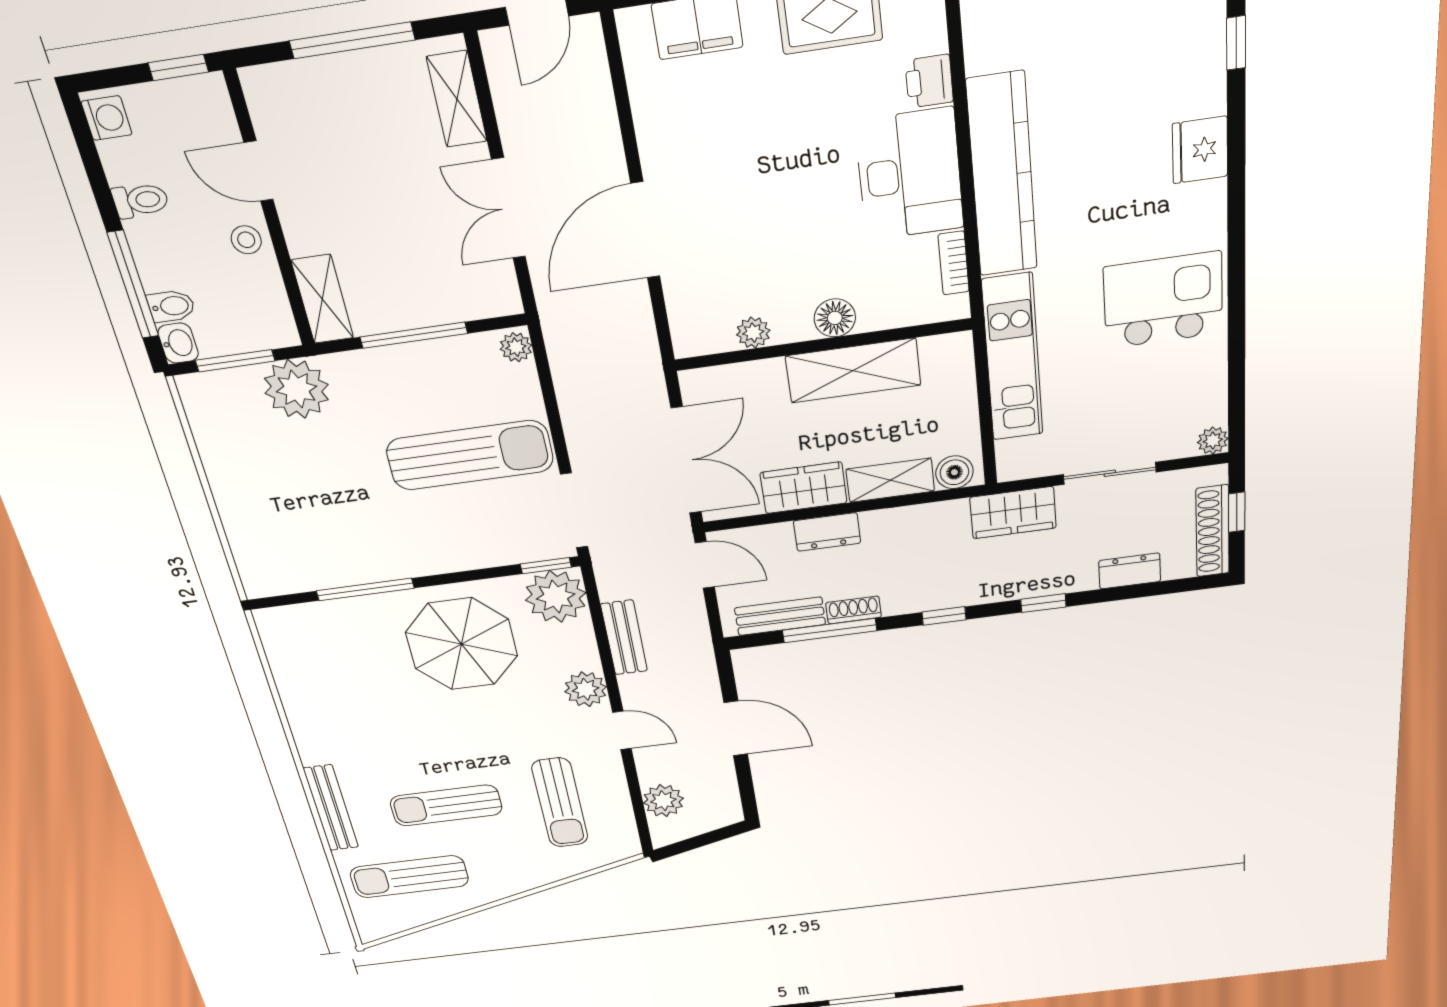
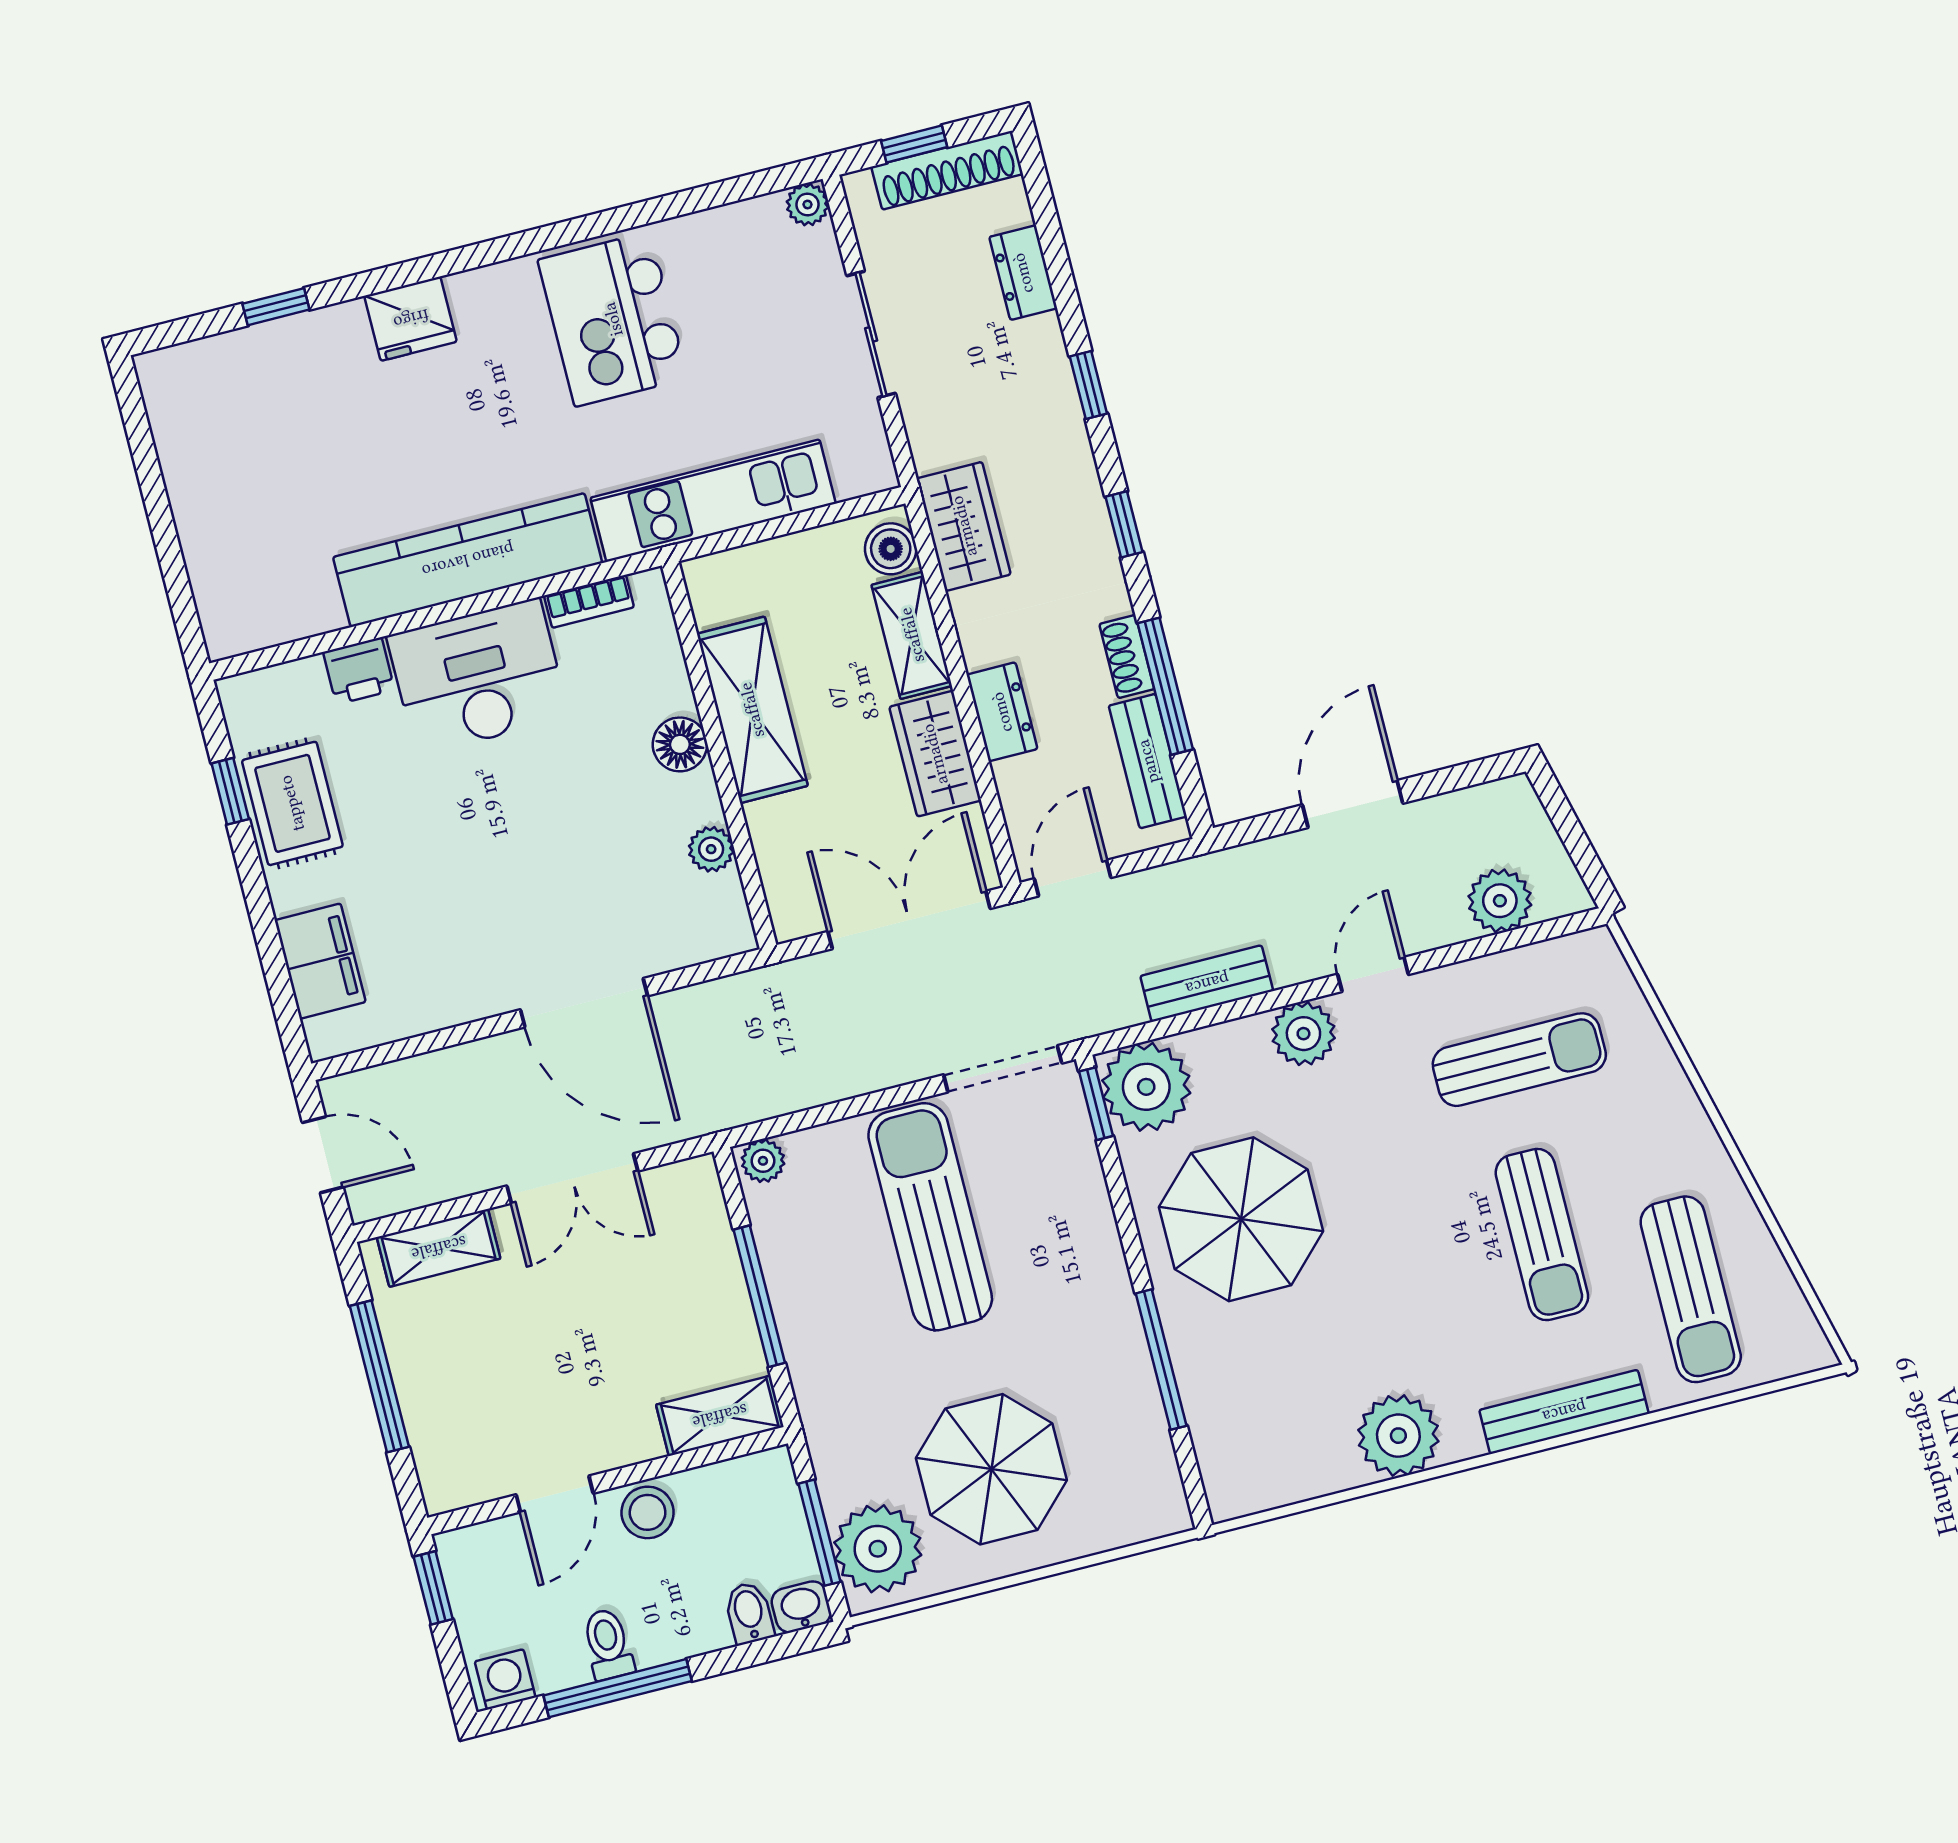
stool: (246, 240) -> (648, 1512), width x1.37, depth x1.37
window: (133, 285) -> (618, 1688), moved
plant: (297, 389) -> (878, 1549), moved
parasol: (286, 479) -> (991, 1469), added
wardrobe: (1013, 513) -> (964, 526), moved
plant: (314, 720) -> (1398, 1436), added

